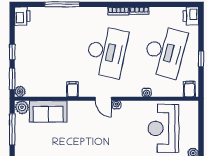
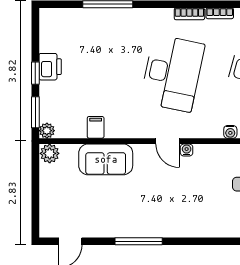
printer: (22, 16) -> (50, 67), moved
filing cabinet: (73, 89) -> (96, 127), moved
sofa: (48, 111) -> (106, 159), moved
window: (12, 129) -> (35, 185), removed

